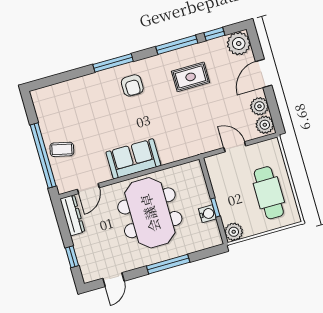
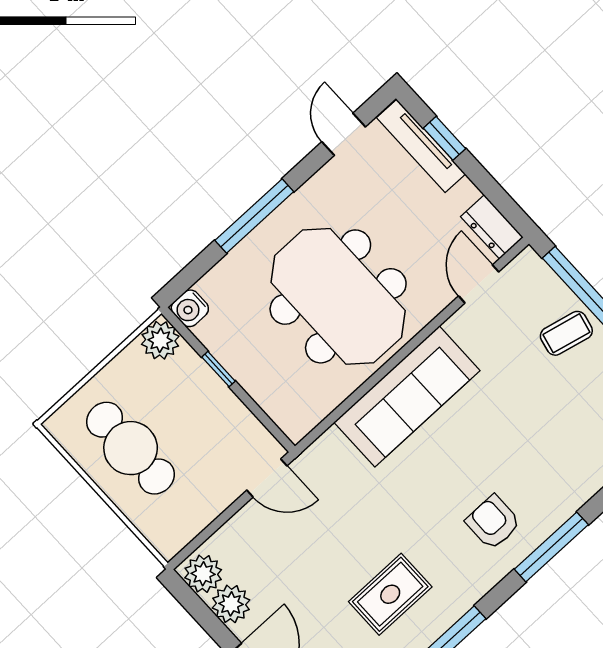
door: (235, 147) -> (267, 478), moved
sofa: (133, 159) -> (407, 396), width x1.36
water cooler: (207, 214) -> (190, 308), moved
dresser: (72, 215) -> (492, 227), width x0.70
tv unit: (83, 259) -> (421, 146), added

